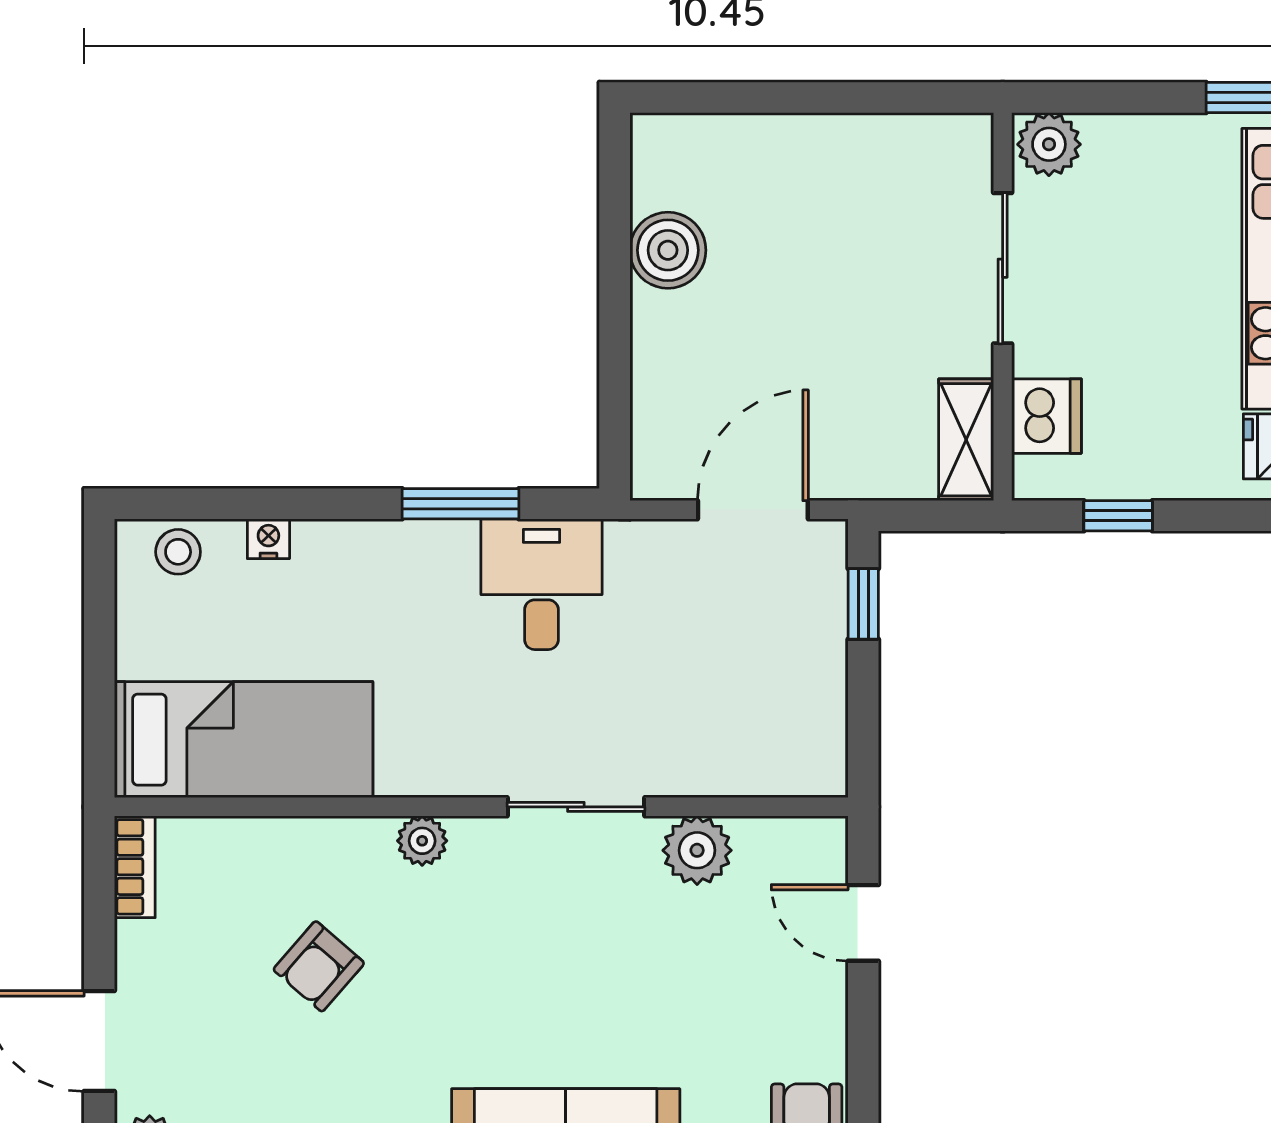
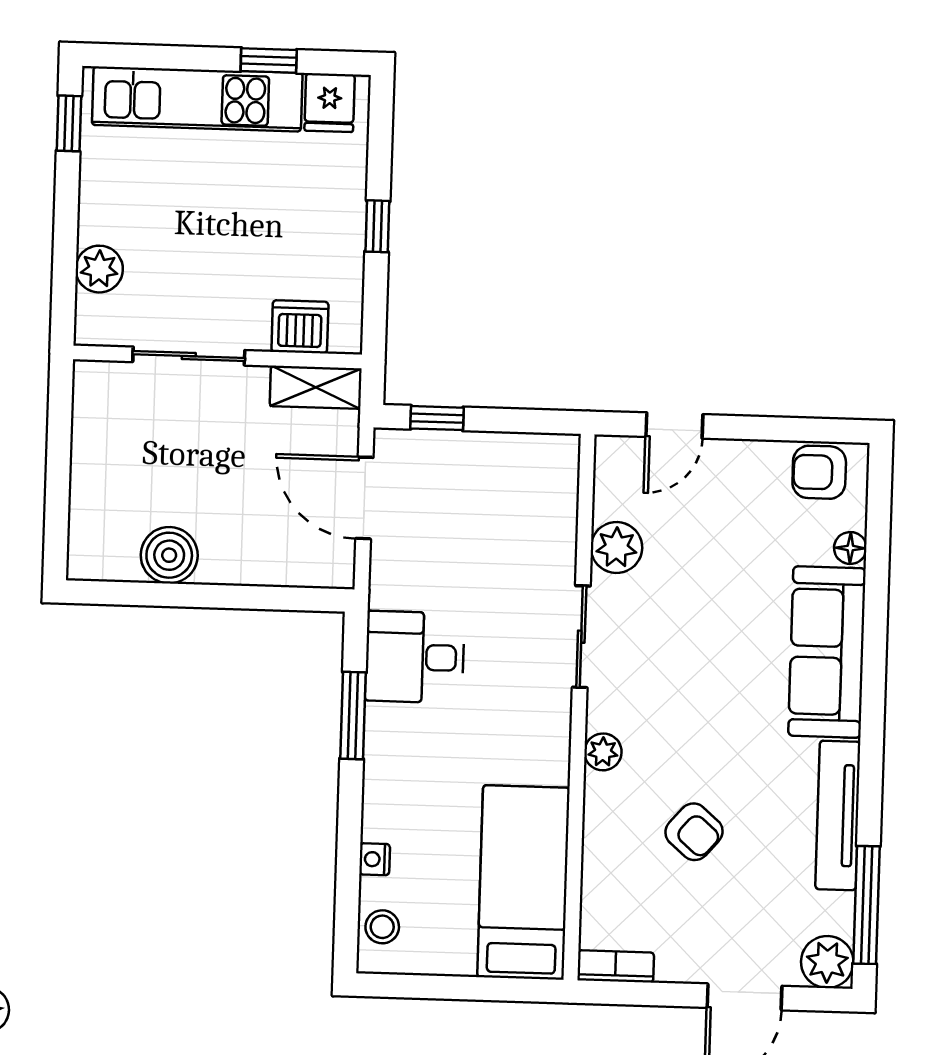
sliding door: (1003, 268) -> (189, 356), moved
wall: (1003, 307) -> (217, 357), moved
dishwasher: (1047, 416) -> (300, 327), moved
shelving: (966, 440) -> (316, 387), moved

